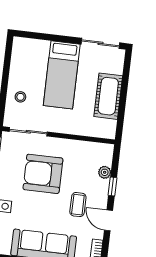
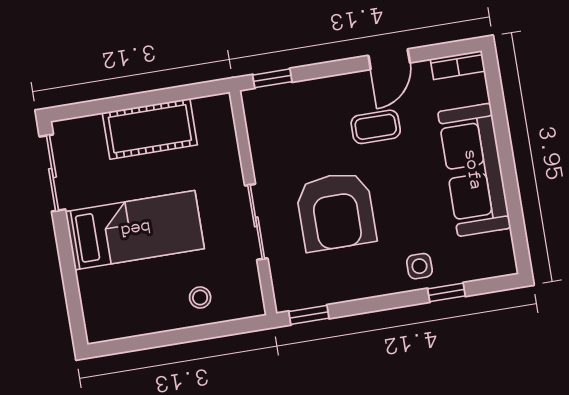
sliding door: (28, 132) -> (256, 222), moved
plant: (105, 172) -> (299, 93), removed
window: (113, 186) -> (272, 78), moved

